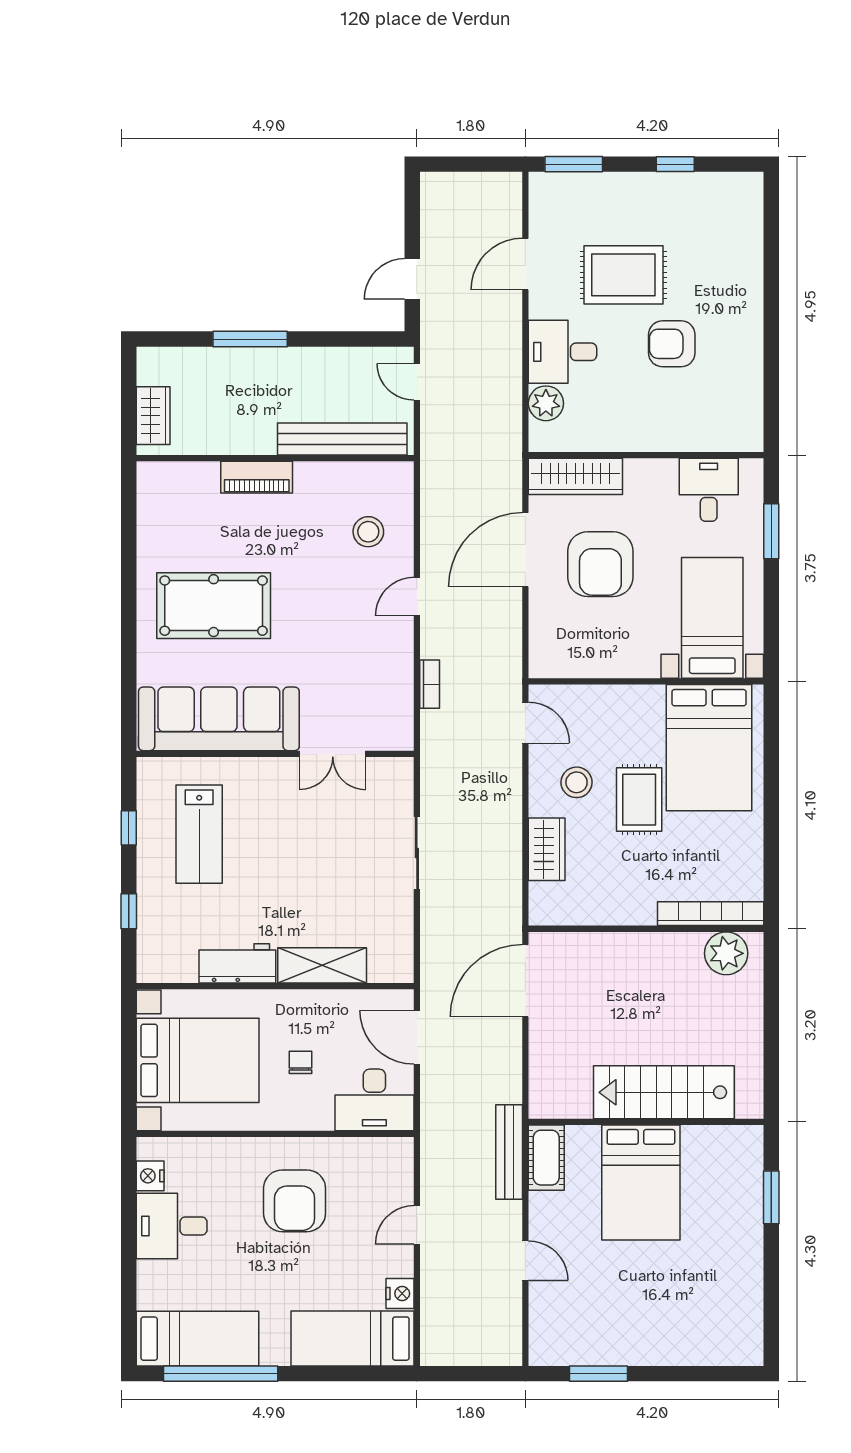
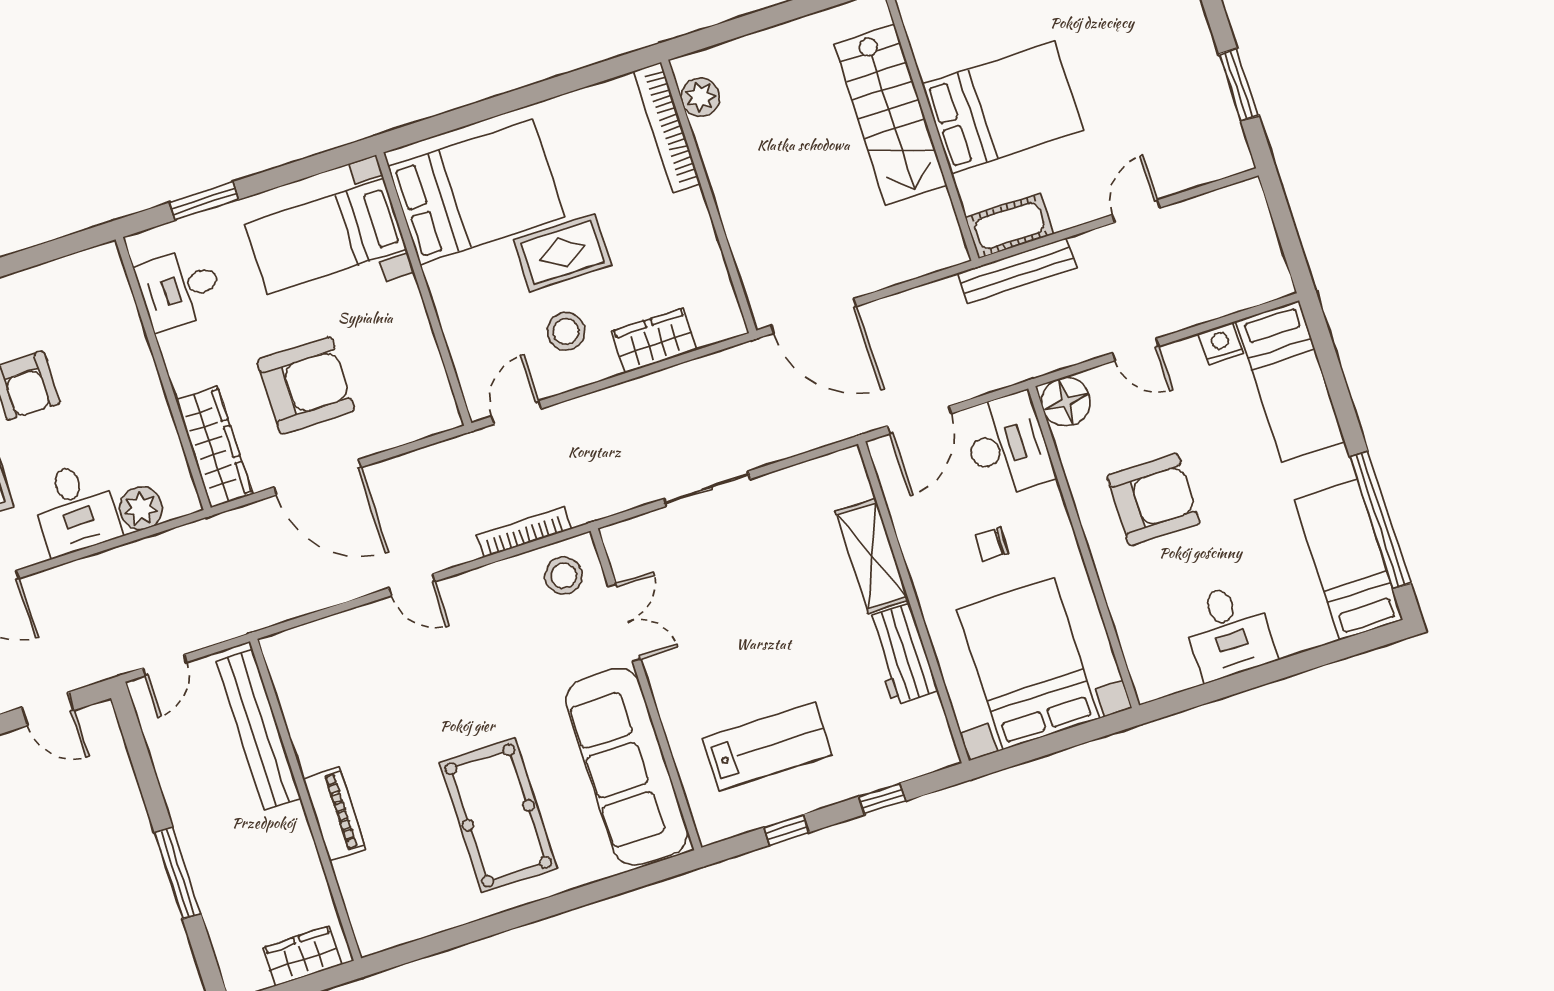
stool: (368, 532) -> (564, 575), moved
bookcase: (430, 684) -> (524, 532), width x1.56
plant: (726, 953) -> (700, 97), width x0.73, depth x0.73
floor lamp: (394, 1157) -> (1066, 402), added
nightstand: (150, 1176) -> (1179, 675), removed

